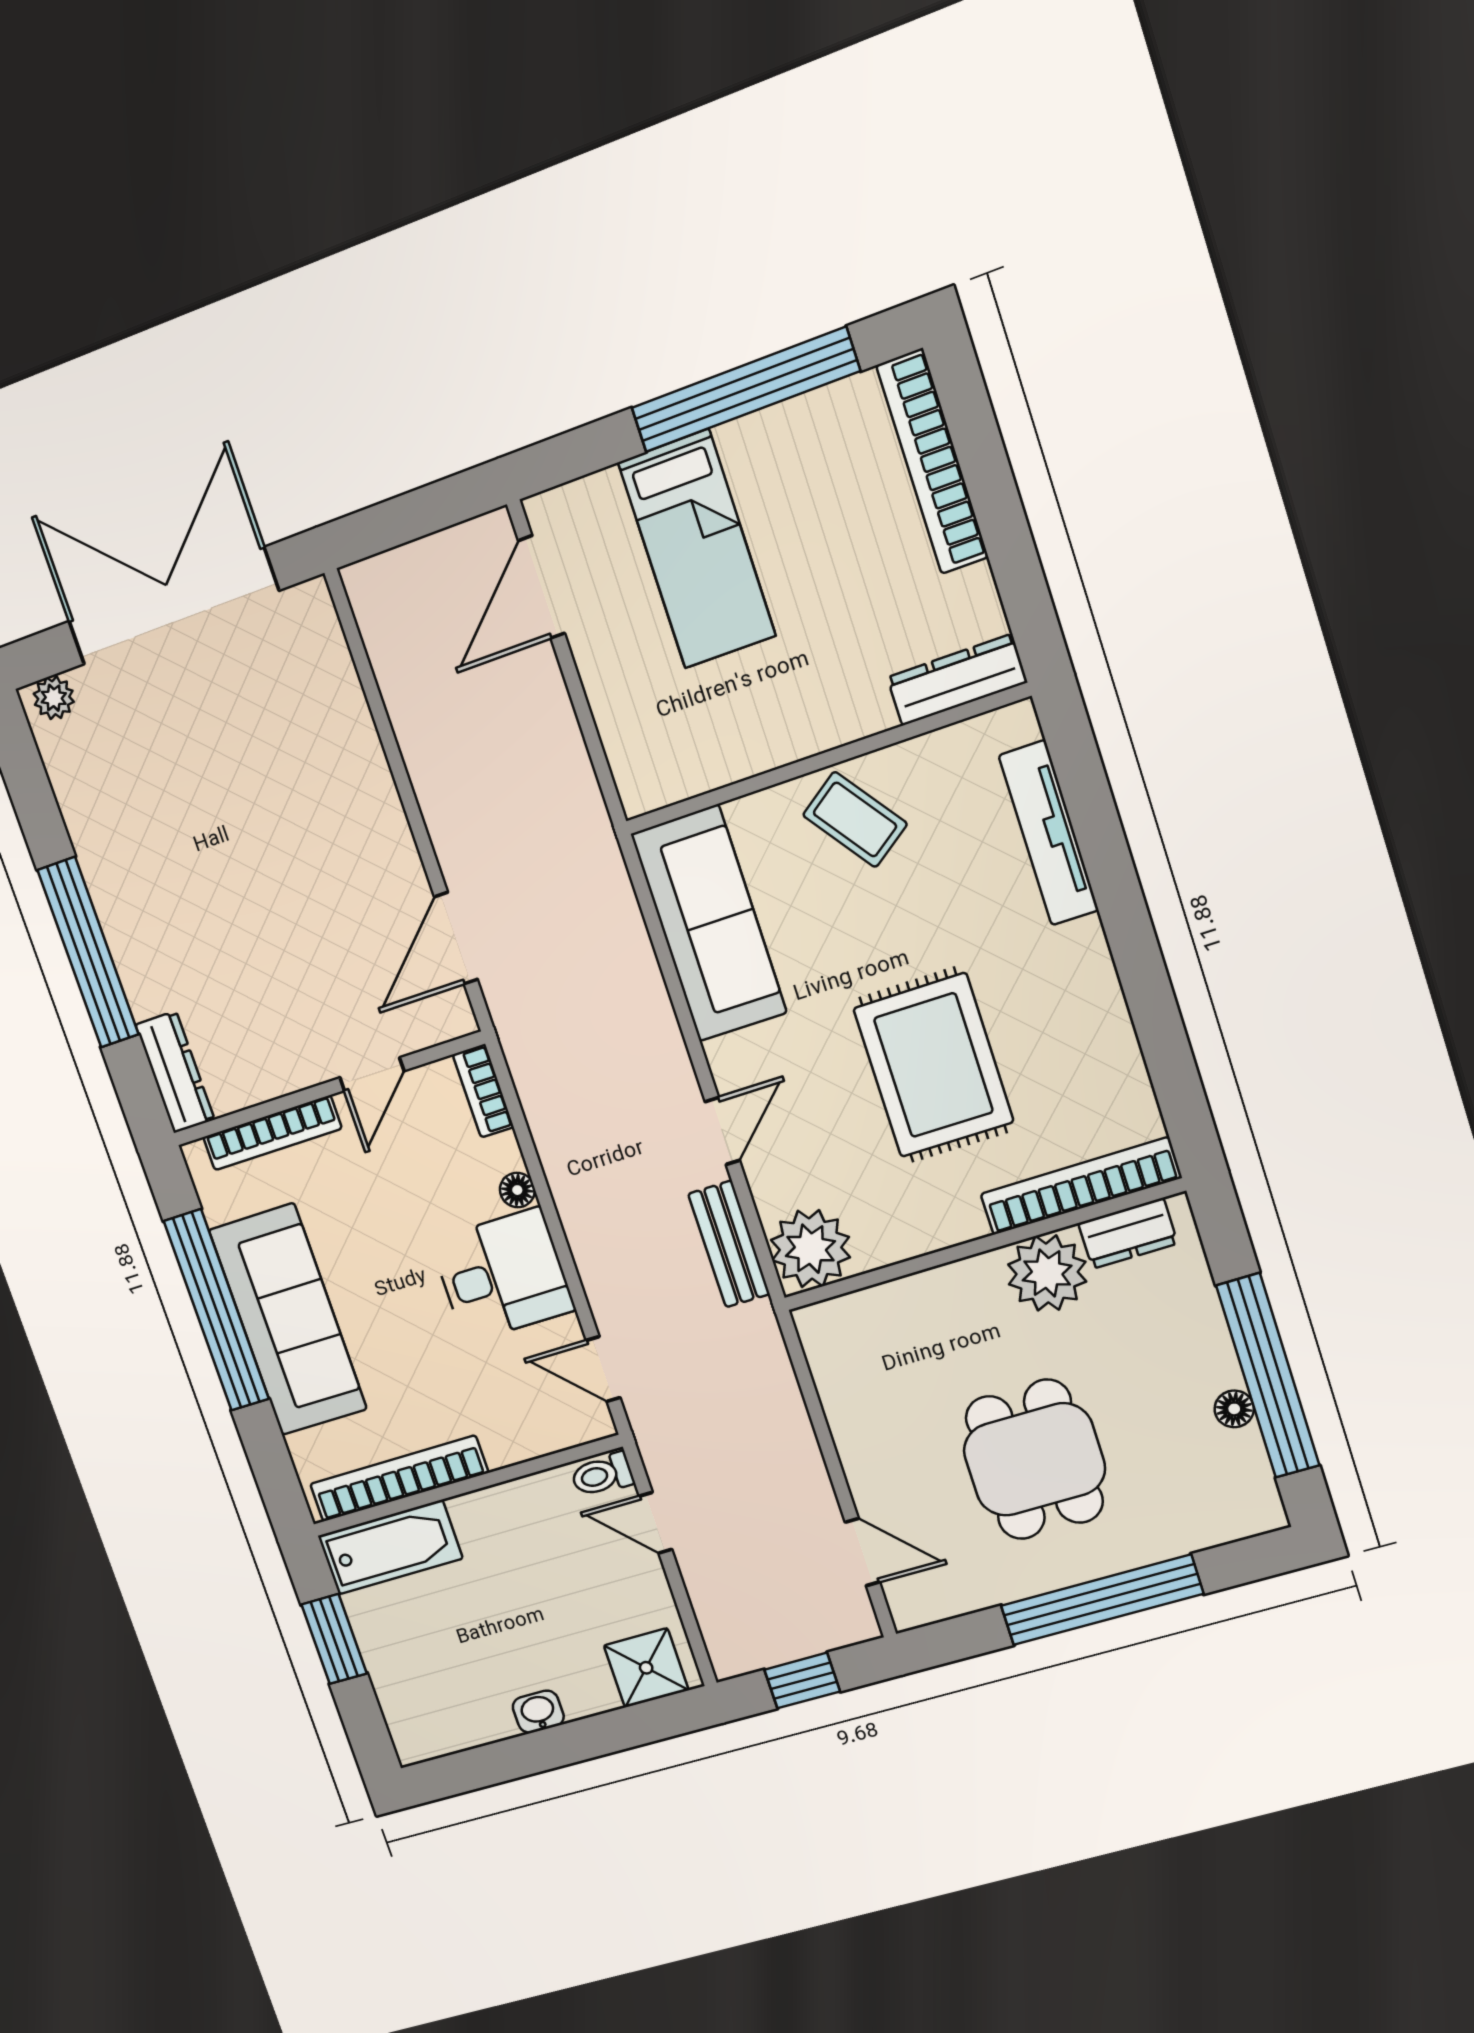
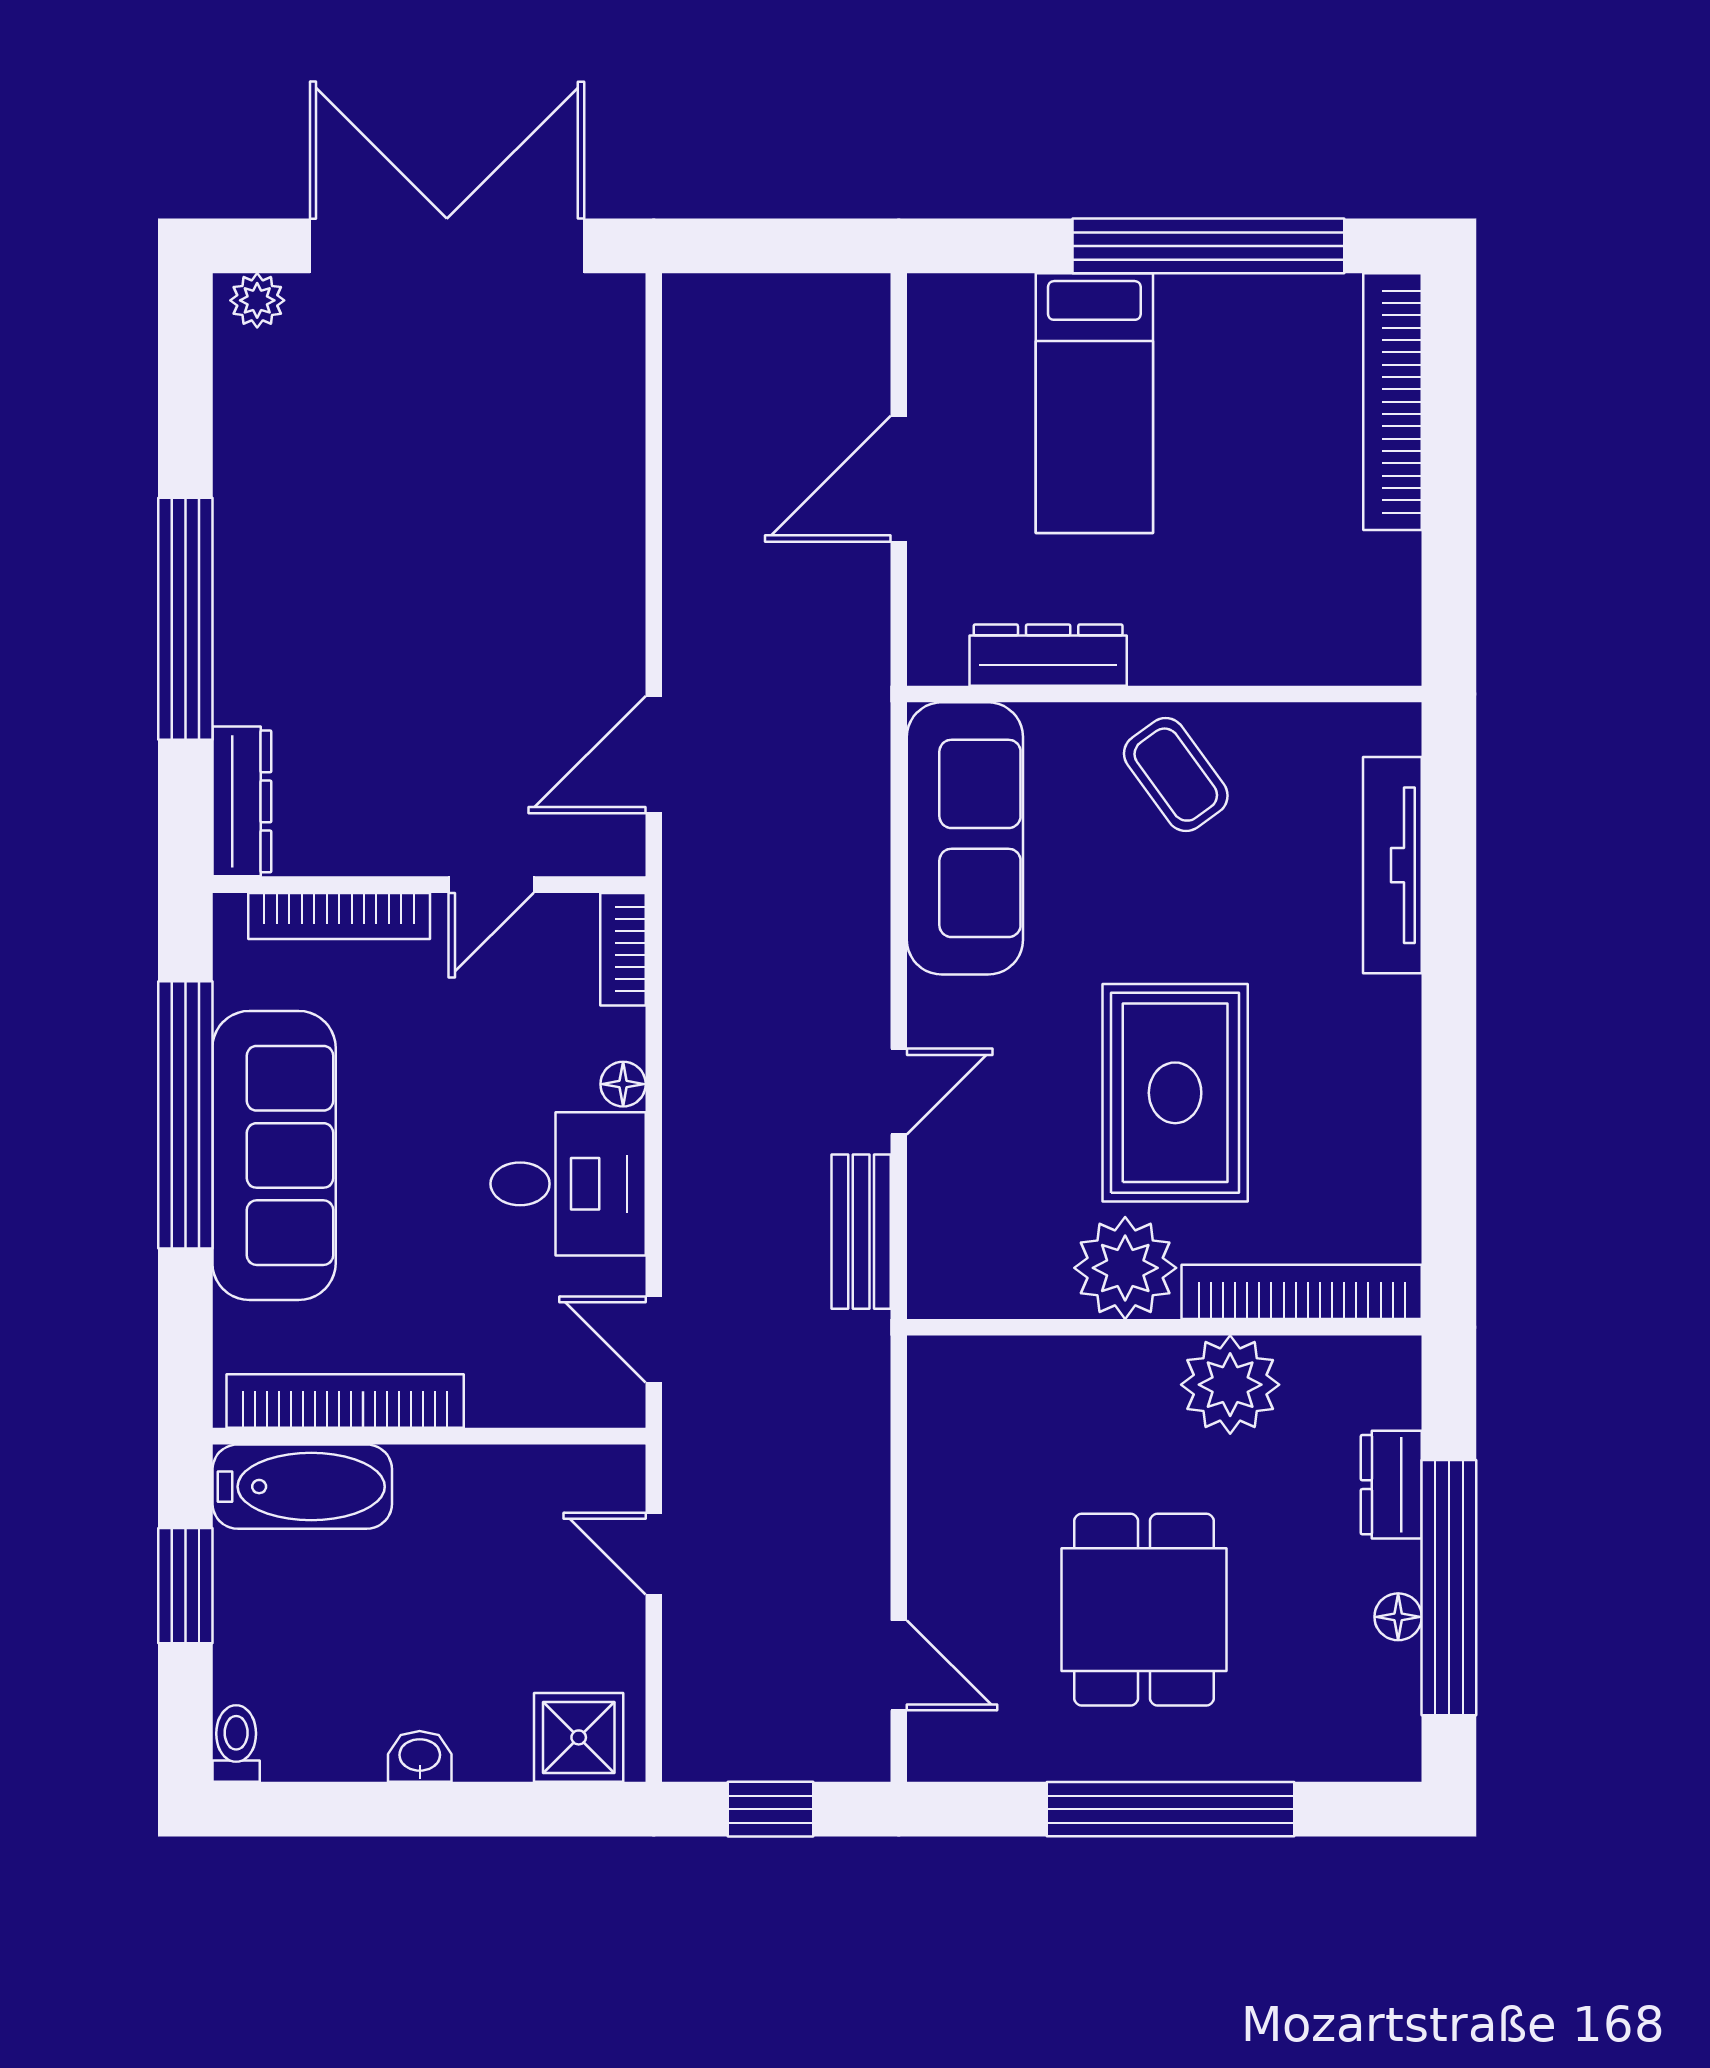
door: (541, 587) -> (899, 479), moved
dresser: (957, 680) -> (1048, 655), moved
dresser: (1128, 1233) -> (1391, 1485), moved, turned 90
plant: (810, 1249) -> (1125, 1268), moved
toilet: (602, 1475) -> (236, 1744), moved, turned 90

